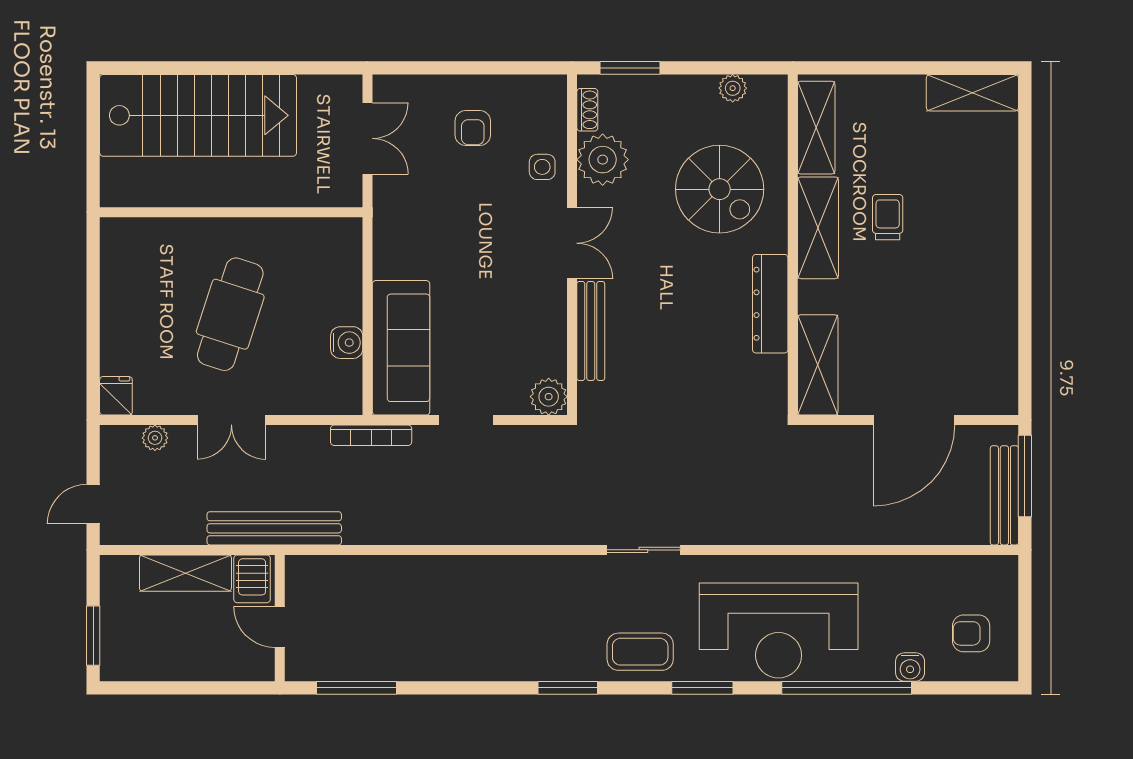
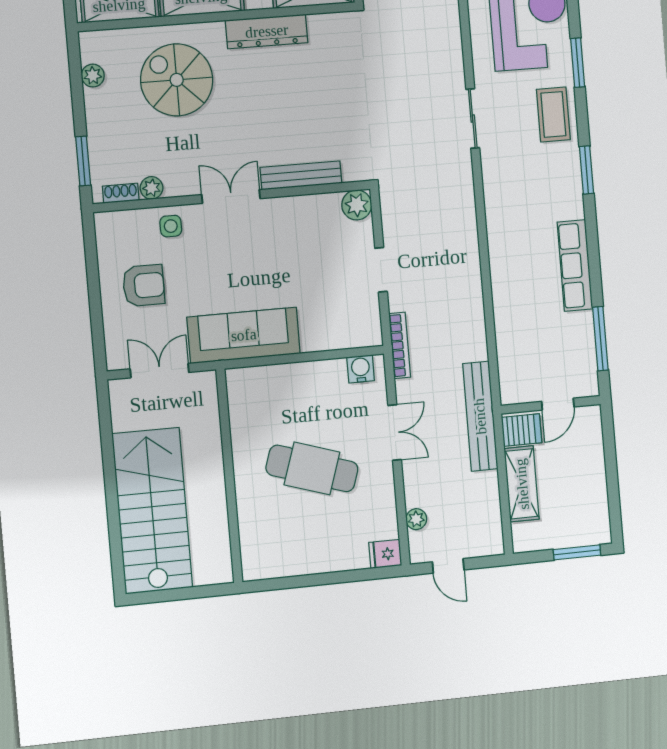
armchair: (473, 128) -> (144, 286), width x1.38, depth x1.38
plant: (603, 160) -> (152, 188), width x0.53, depth x0.53
spiral stairs: (720, 189) -> (177, 80), turned -90
water cooler: (347, 343) -> (361, 369), moved
sofa: (401, 348) -> (244, 335), moved
double door: (231, 420) -> (395, 433), moved
door: (93, 504) -> (448, 566), moved
row of seats: (450, 663) -> (575, 265), added

